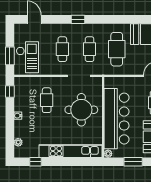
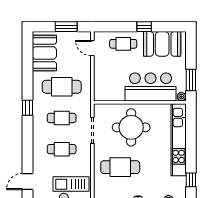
window: (78, 19) -> (27, 108), moved
cafe table: (47, 100) -> (120, 167), width x1.37, depth x1.35
bar counter: (117, 119) -> (150, 87), width x0.73
window: (133, 162) -> (191, 80), moved

